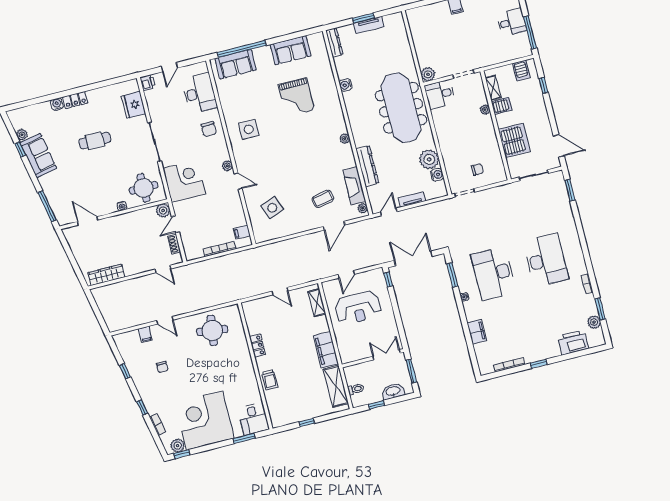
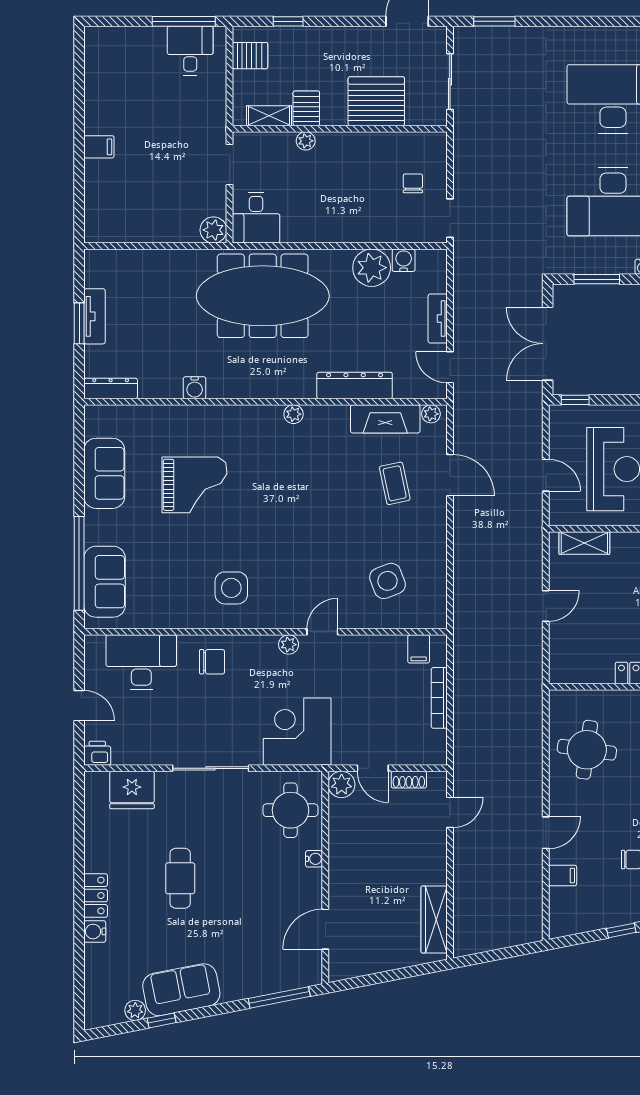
desk: (512, 22) -> (190, 51), moved

